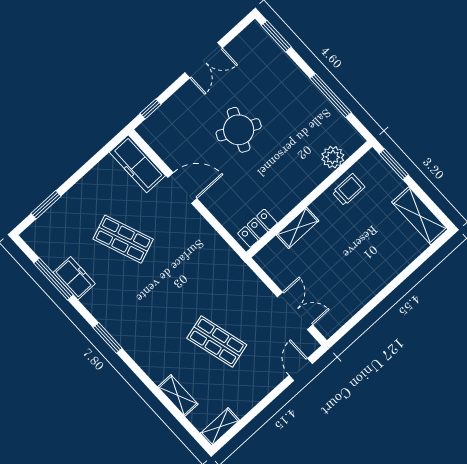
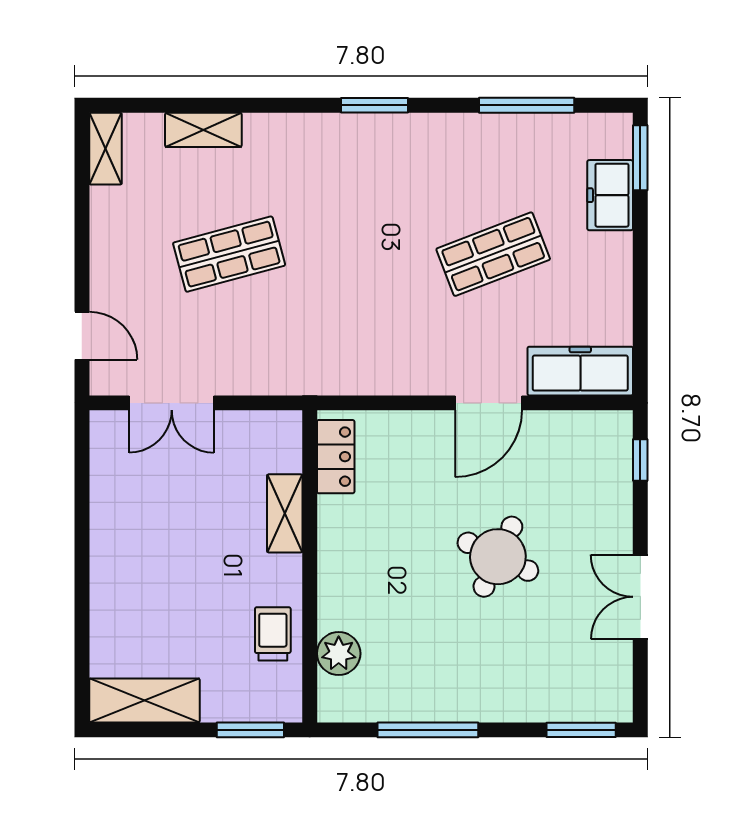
trolley: (348, 190) -> (273, 634), turned 180
window: (46, 205) -> (640, 158), moved
freezer: (74, 278) -> (610, 195), moved, turned 90

